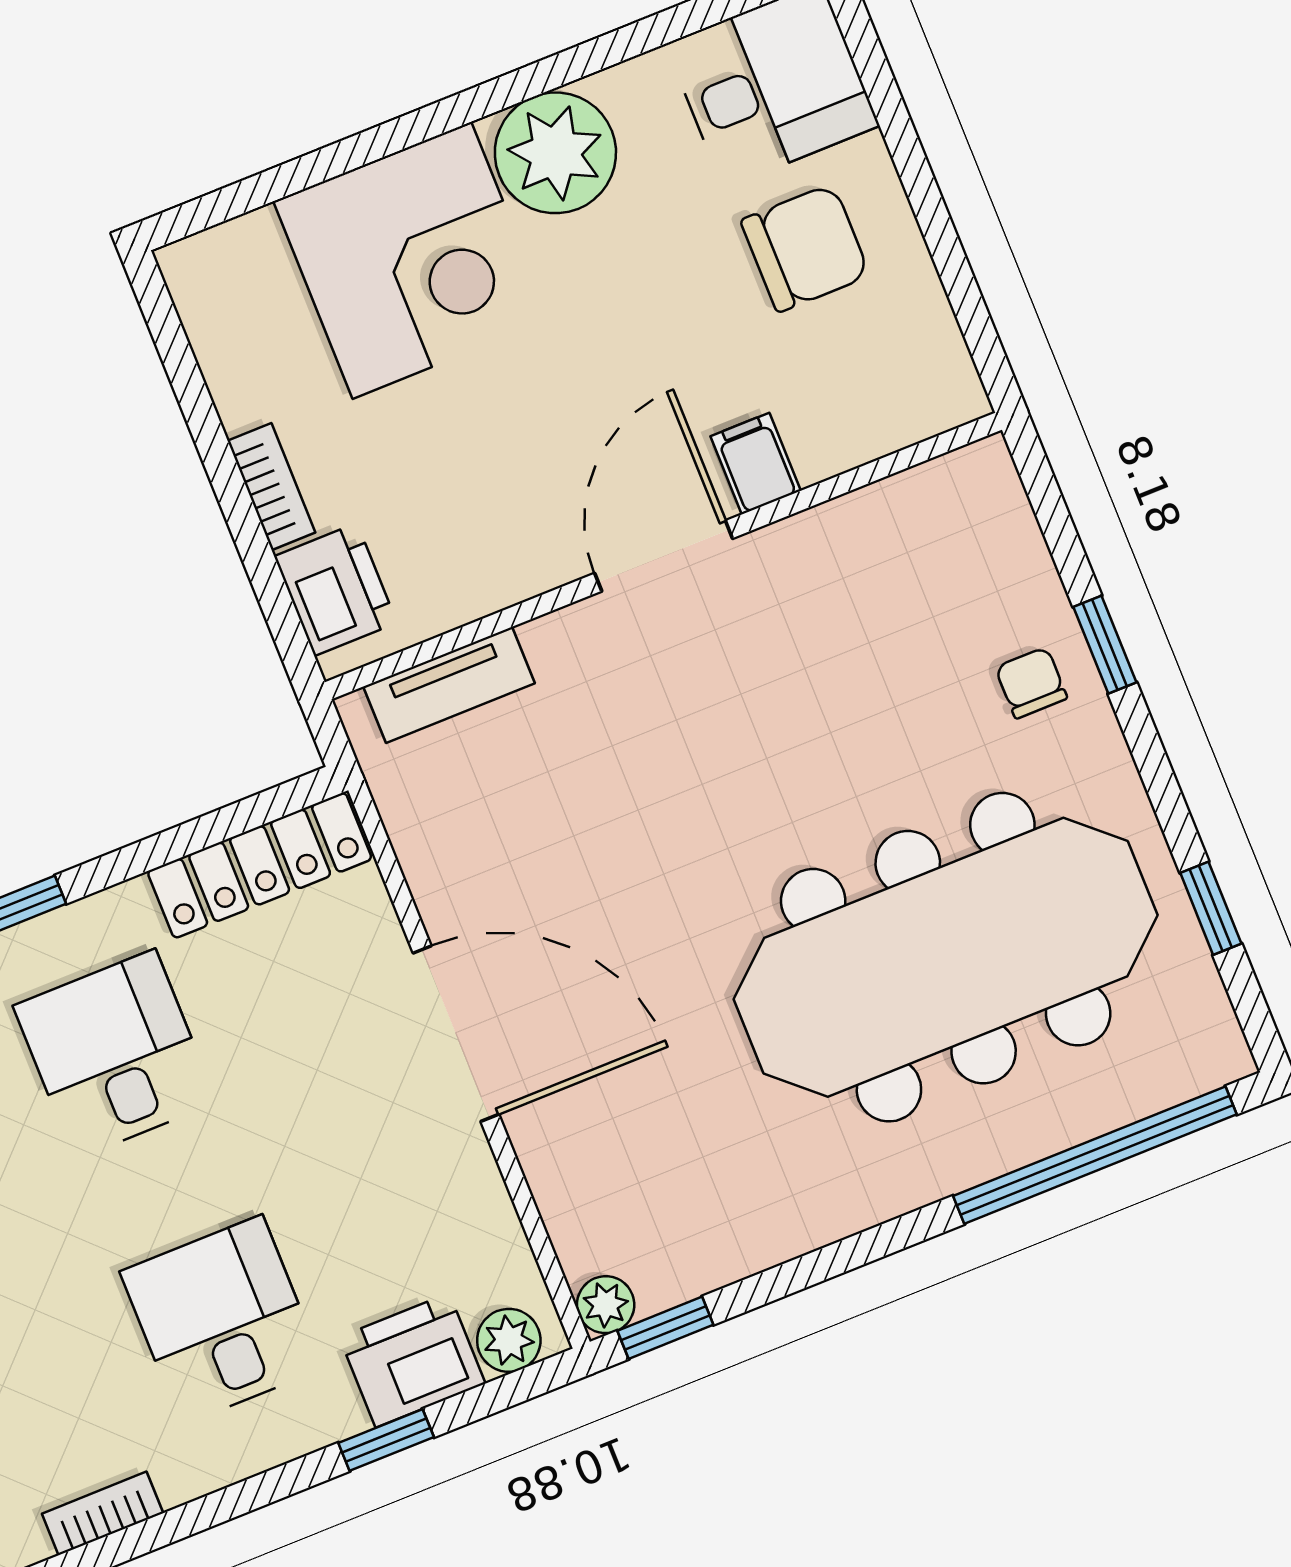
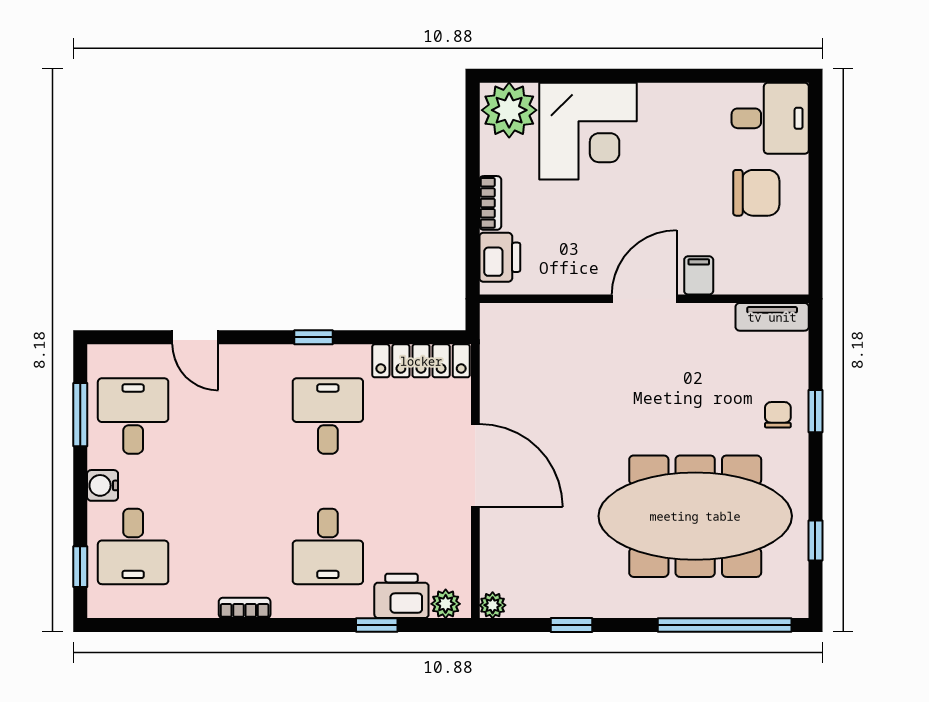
plant: (555, 153) -> (509, 110), moved
tv unit: (449, 685) -> (772, 317), moved
desk: (222, 1320) -> (328, 546), turned 180
window: (665, 1328) -> (572, 625), moved

